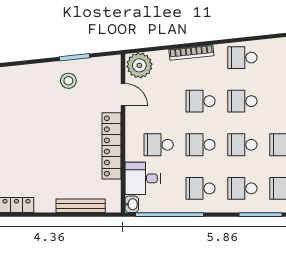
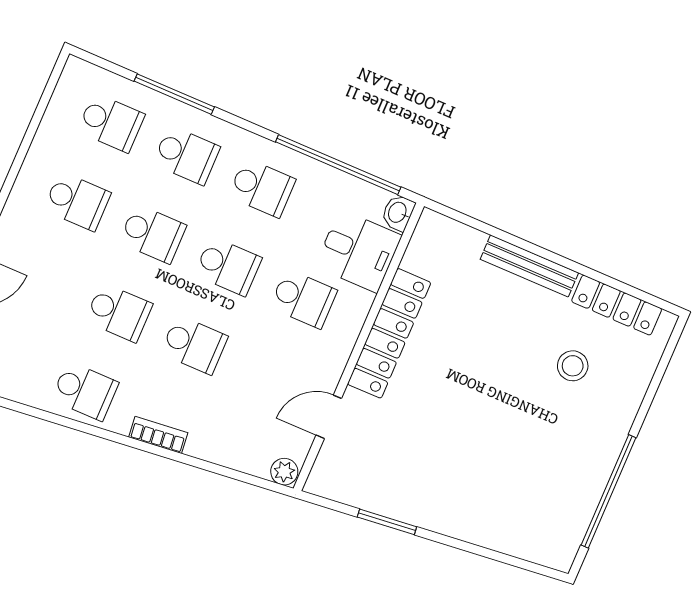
bookcase: (191, 53) -> (158, 435), width x0.64
plant: (139, 65) -> (284, 472), width x0.53, depth x0.53
stool: (68, 81) -> (573, 366), moved
door: (123, 95) -> (329, 417), hinge flipped
bench: (81, 206) -> (529, 266), moved

